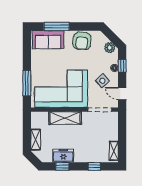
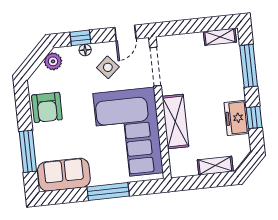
sofa: (48, 40) -> (64, 175), moved, turned -90
armchair: (82, 41) -> (47, 107), turned 84
window: (27, 83) -> (108, 192), moved
window: (94, 166) -> (249, 66), width x2.17

